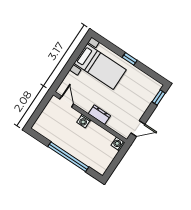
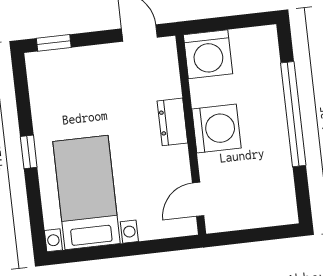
washing machine: (84, 121) -> (217, 129), width x1.89, depth x1.89
washing machine: (118, 144) -> (208, 54), width x1.89, depth x1.89

